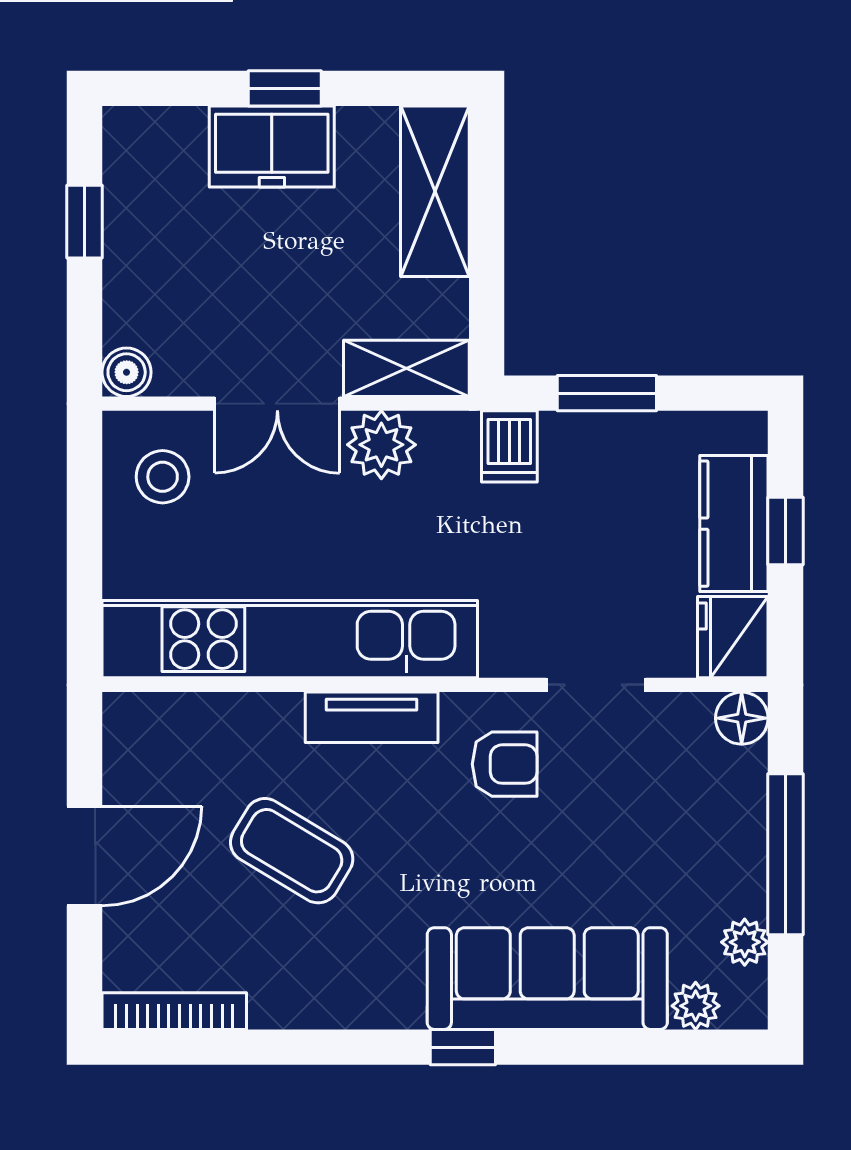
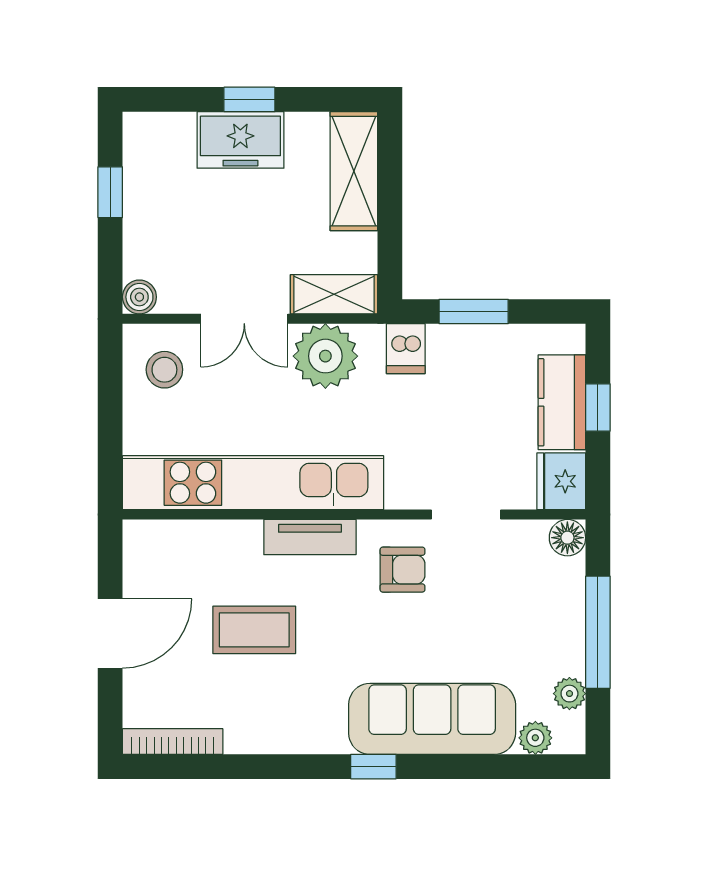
plant: (381, 445) -> (325, 356), width x1.36, depth x1.36
coffee table: (292, 851) -> (254, 630), turned -31

